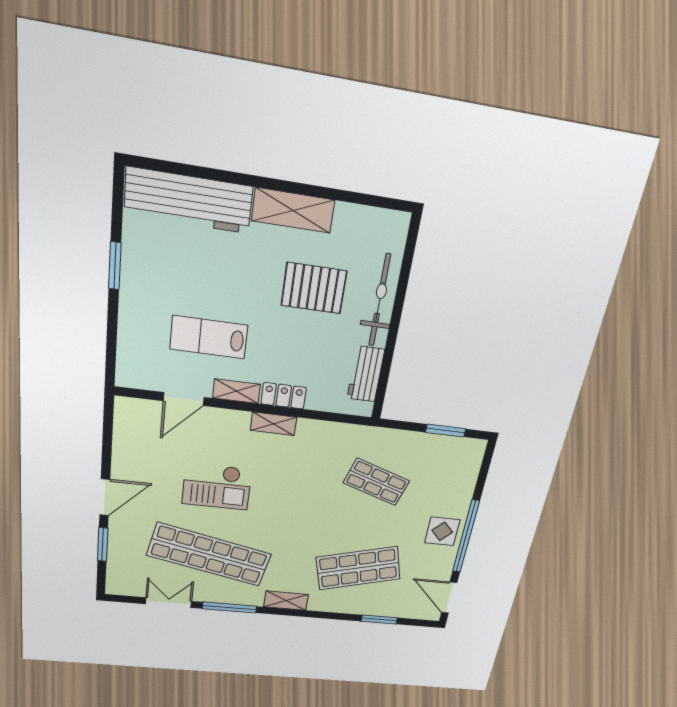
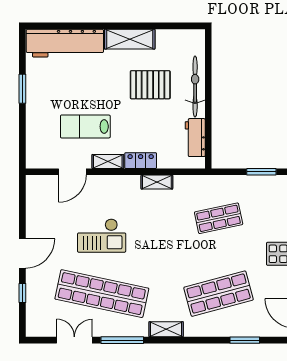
shelving: (274, 424) -> (157, 182), moved
shop shelf: (376, 482) -> (219, 218), turned -30
window: (103, 545) -> (22, 293), width x0.67

